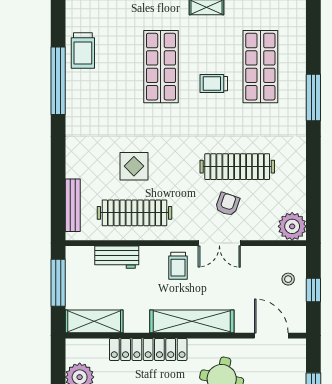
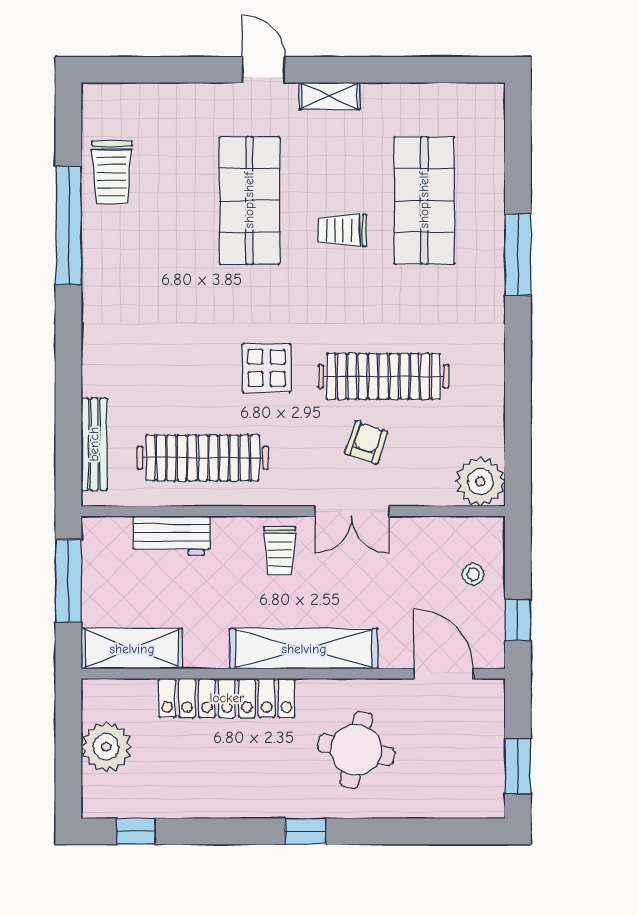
display table: (134, 166) -> (267, 368), moved
window: (313, 290) -> (518, 620), moved

